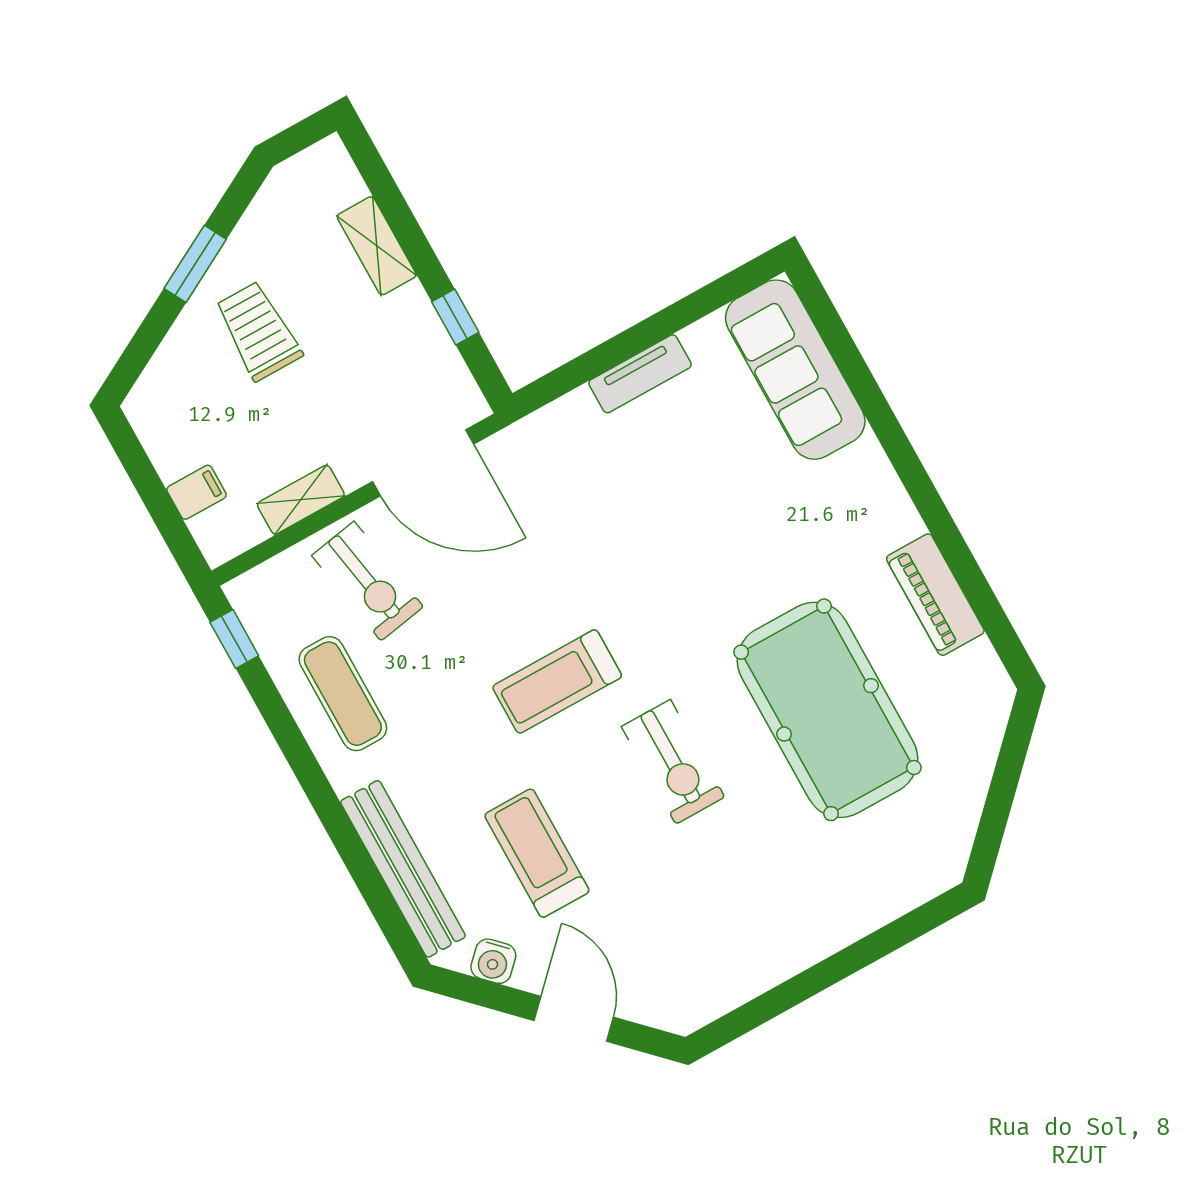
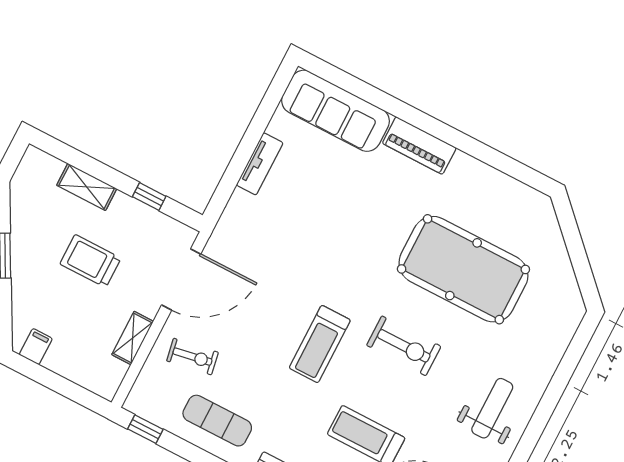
trolley: (258, 331) -> (90, 261), moved
filing cabinet: (197, 492) -> (36, 347), moved
exercise bike: (368, 581) -> (193, 357), width x0.73, depth x0.72
piano: (935, 595) -> (419, 145), moved
weight bench: (739, 931) -> (492, 408), added

